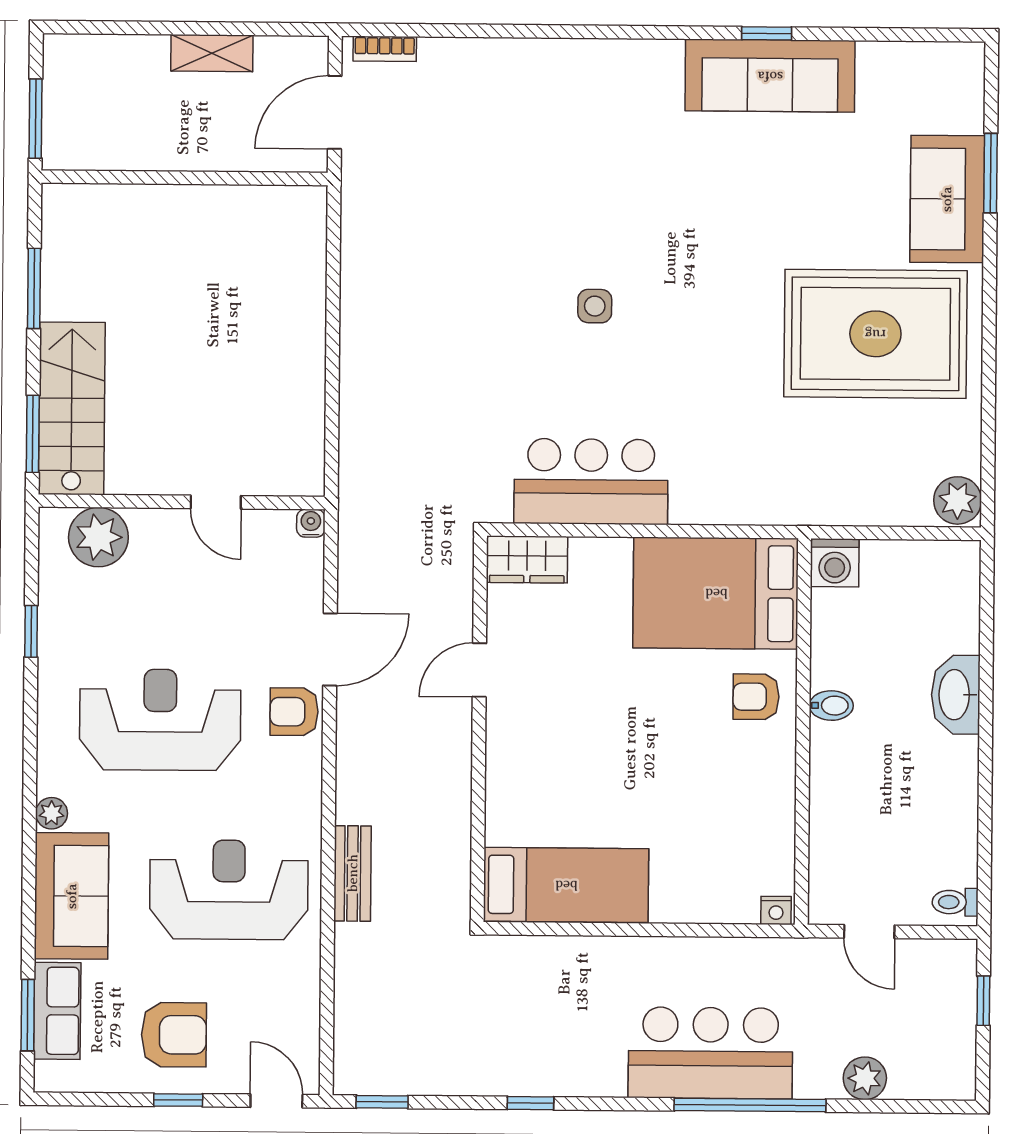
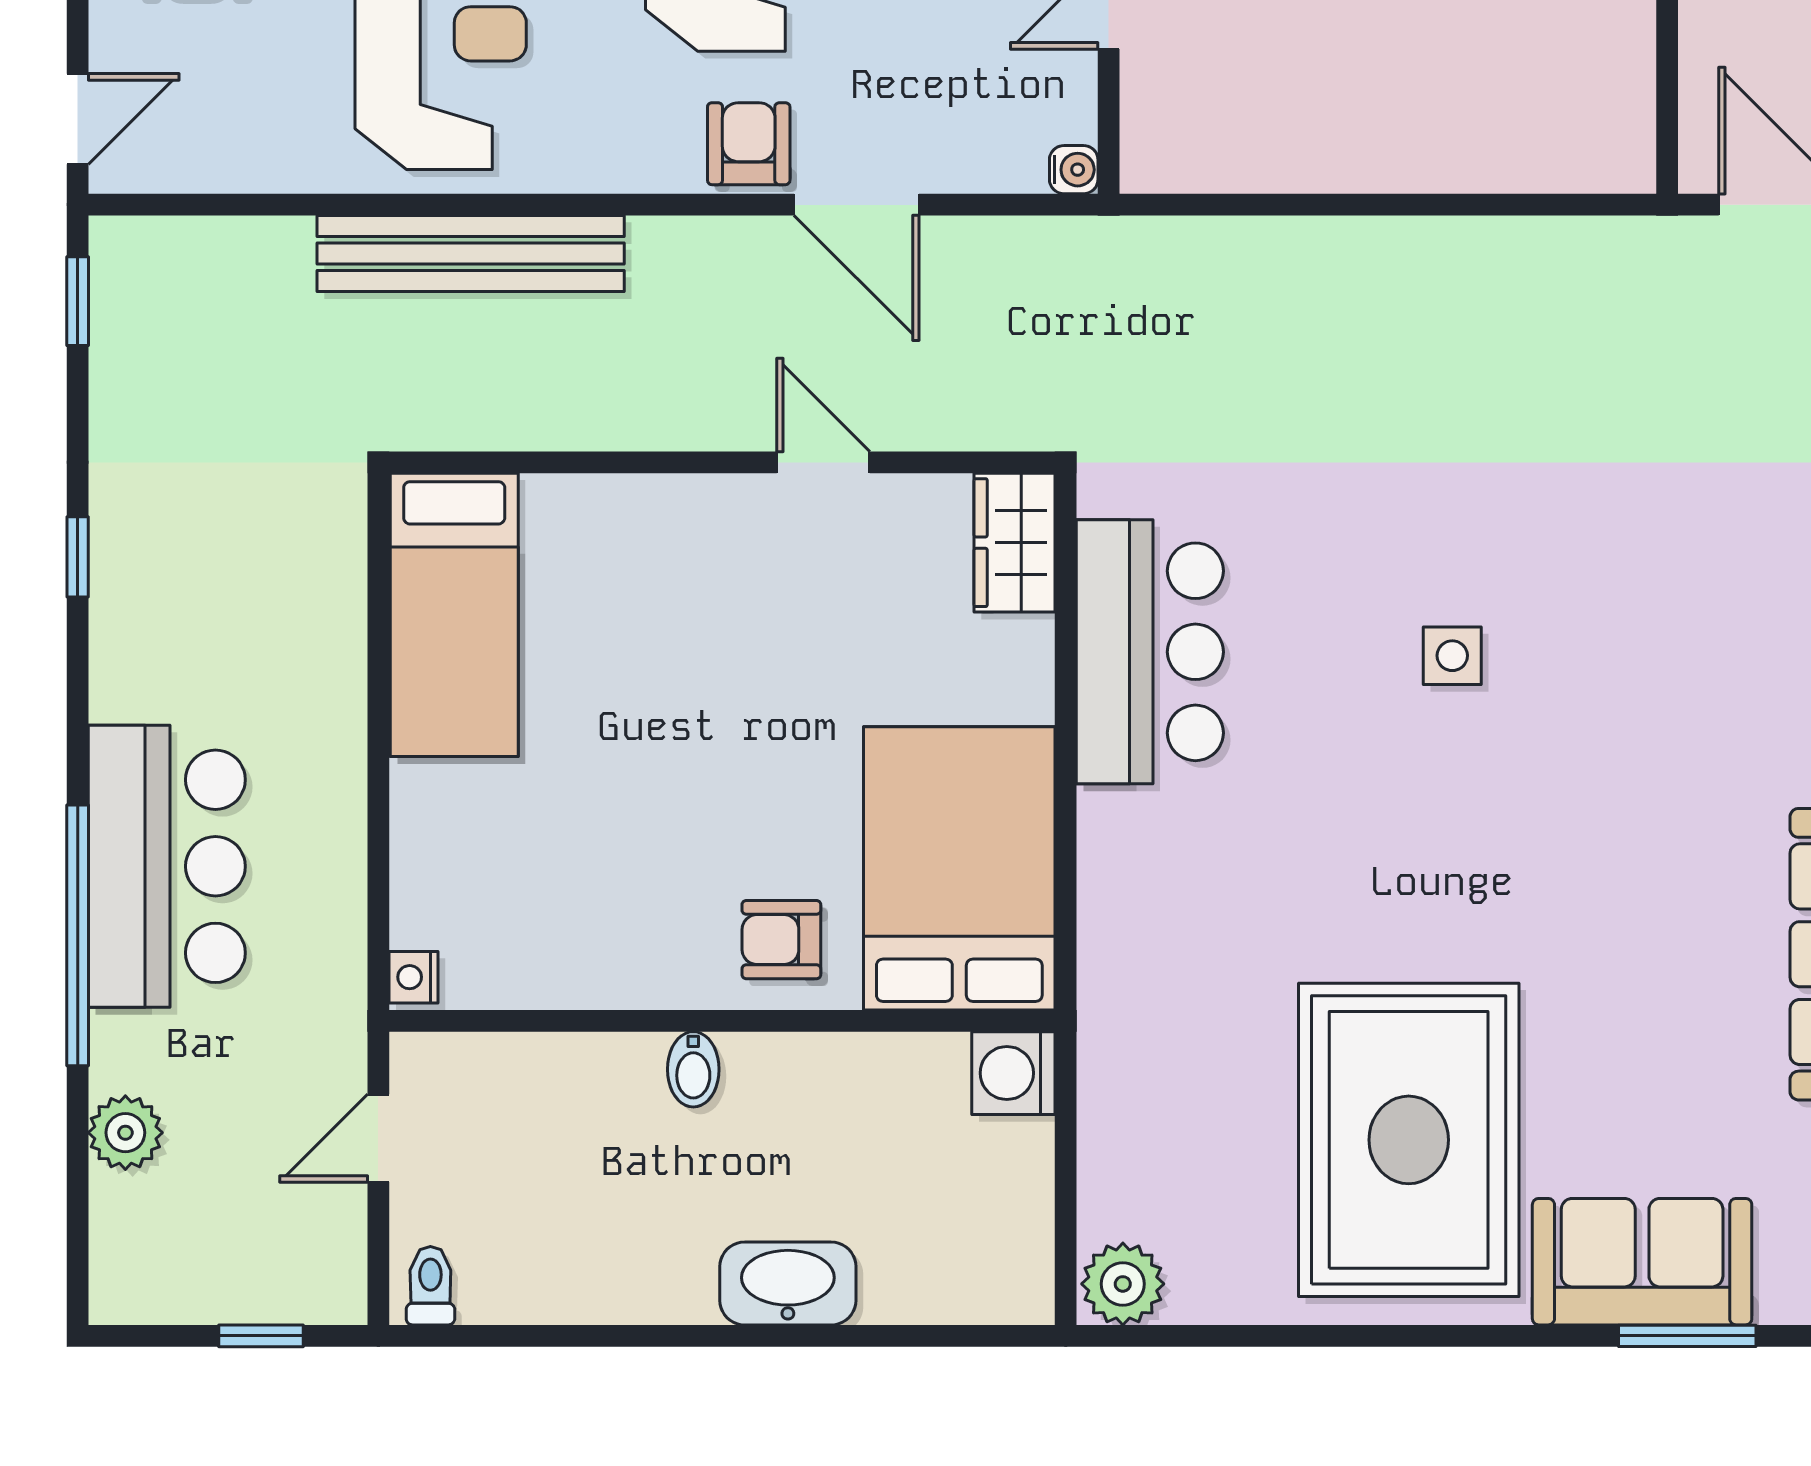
armchair: (756, 697) -> (781, 940), turned -90
bidet: (831, 706) -> (693, 1069), moved
bench: (353, 873) -> (471, 253), width x1.86, depth x1.21

